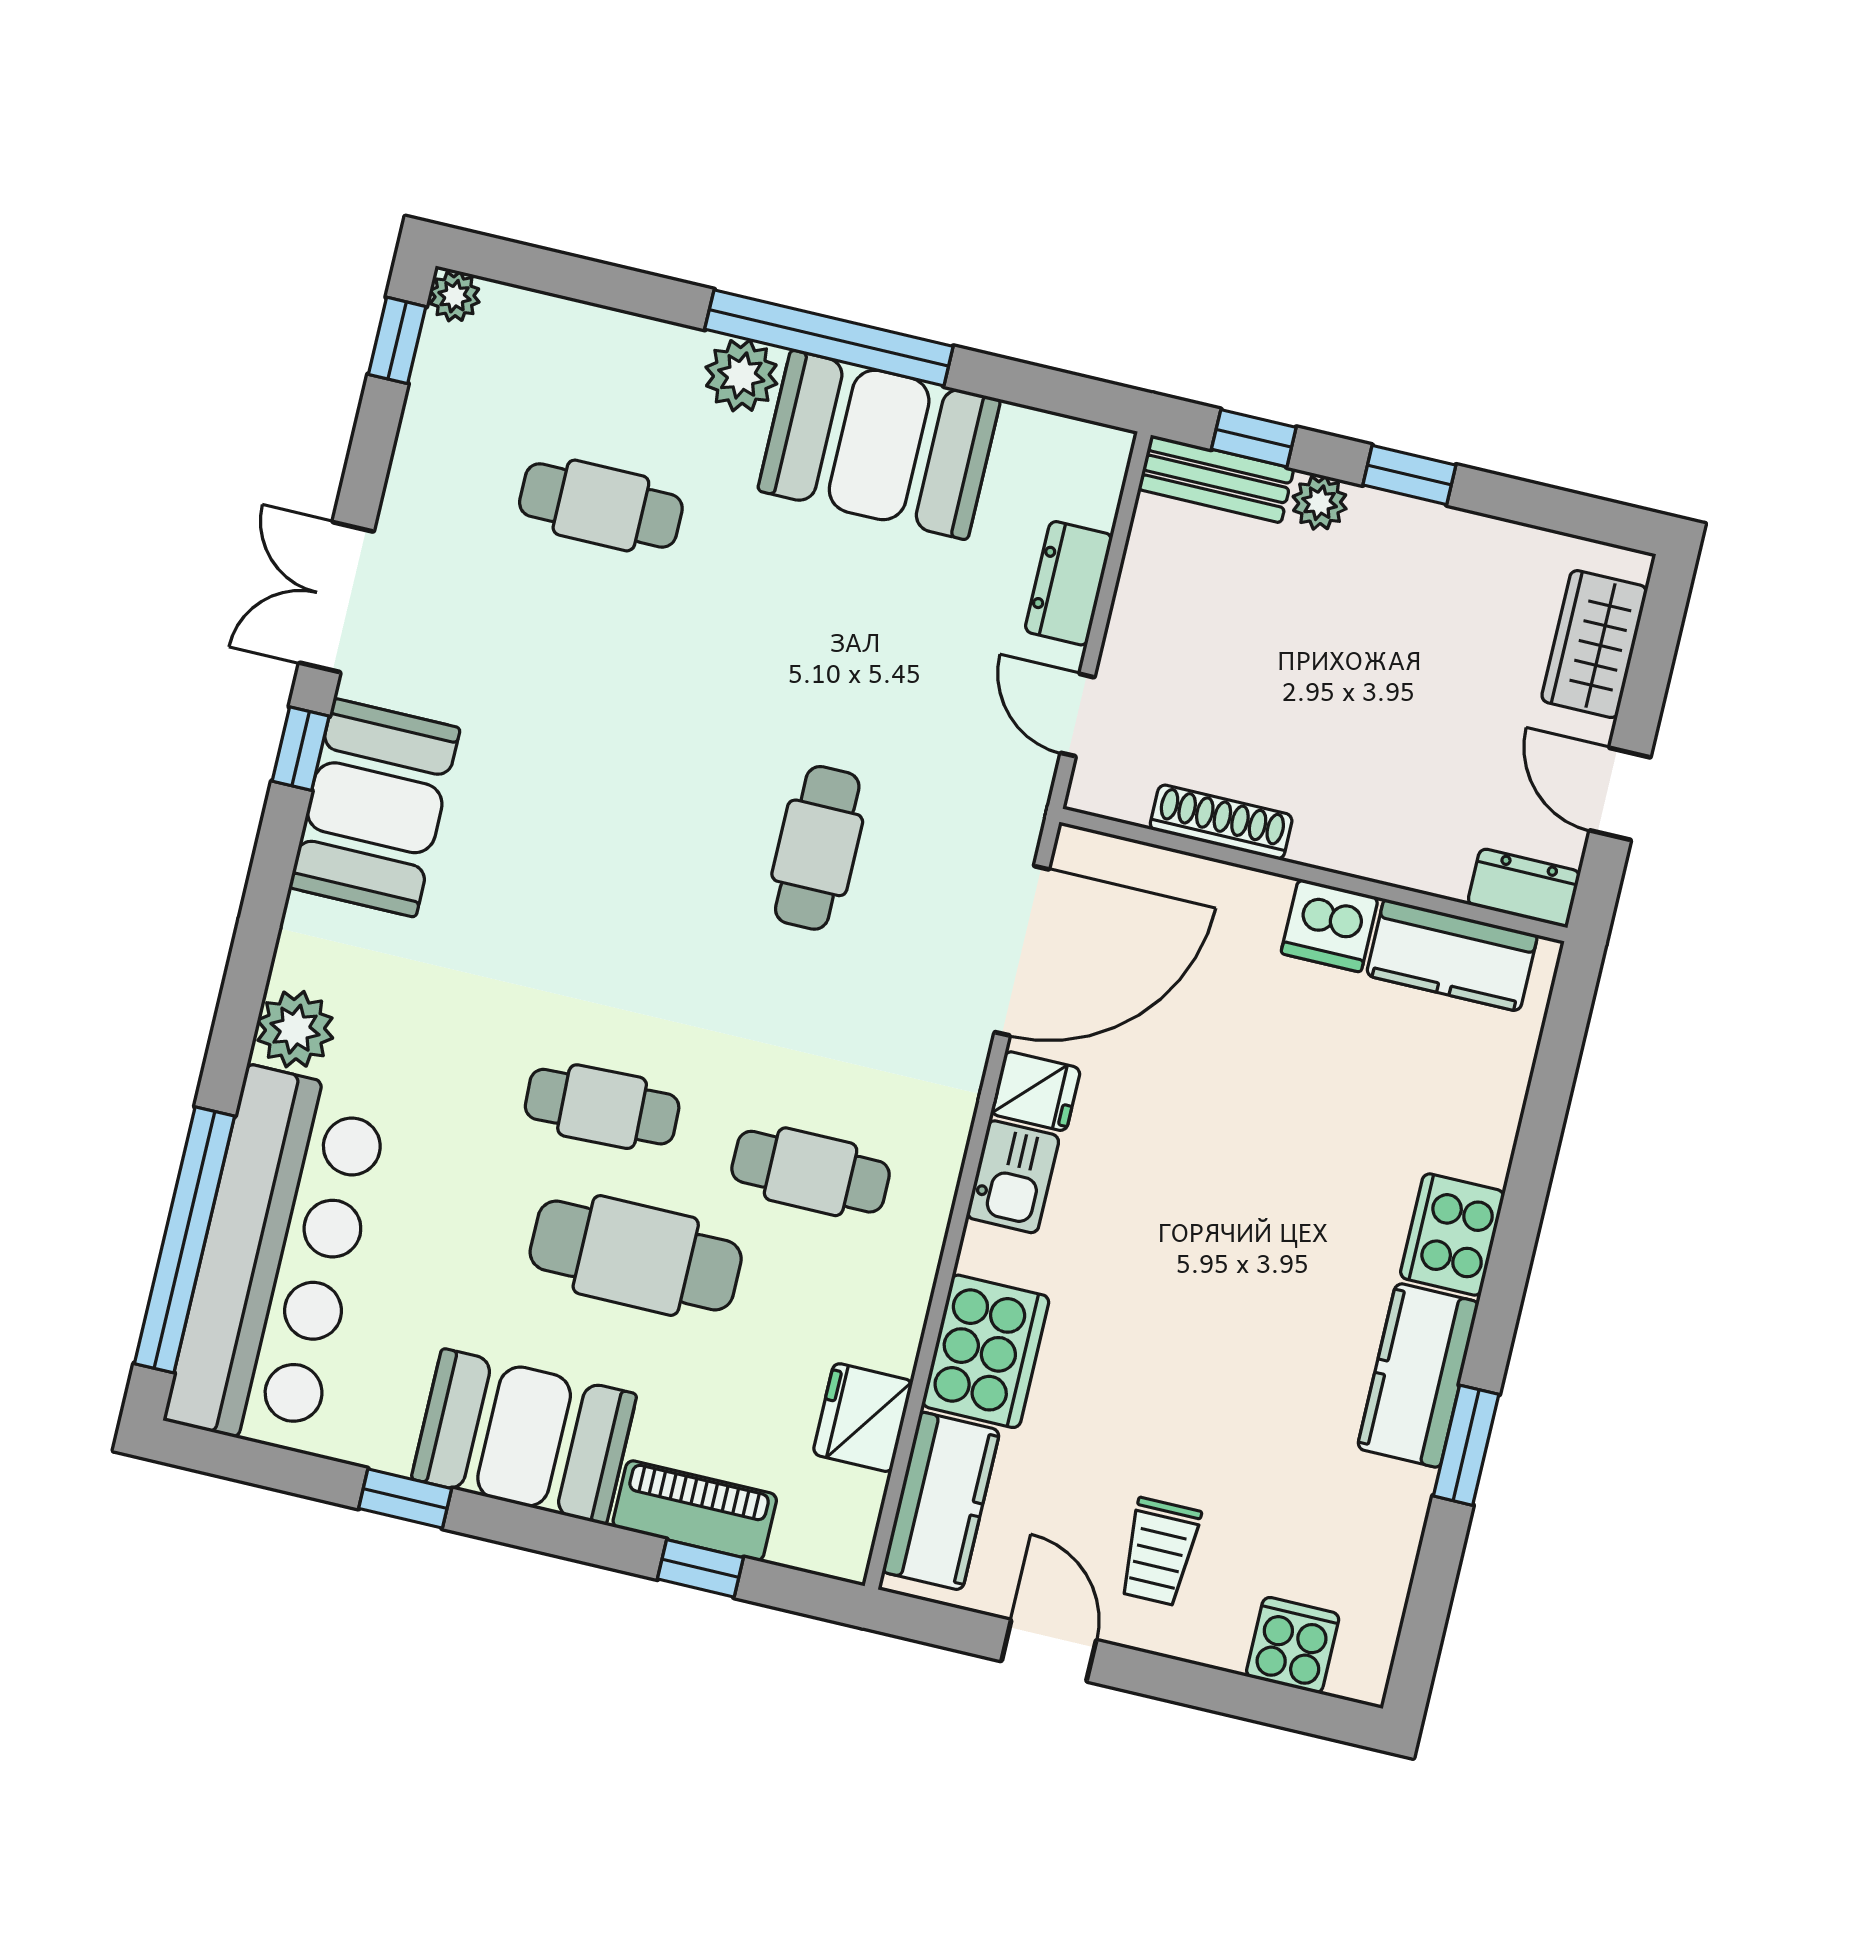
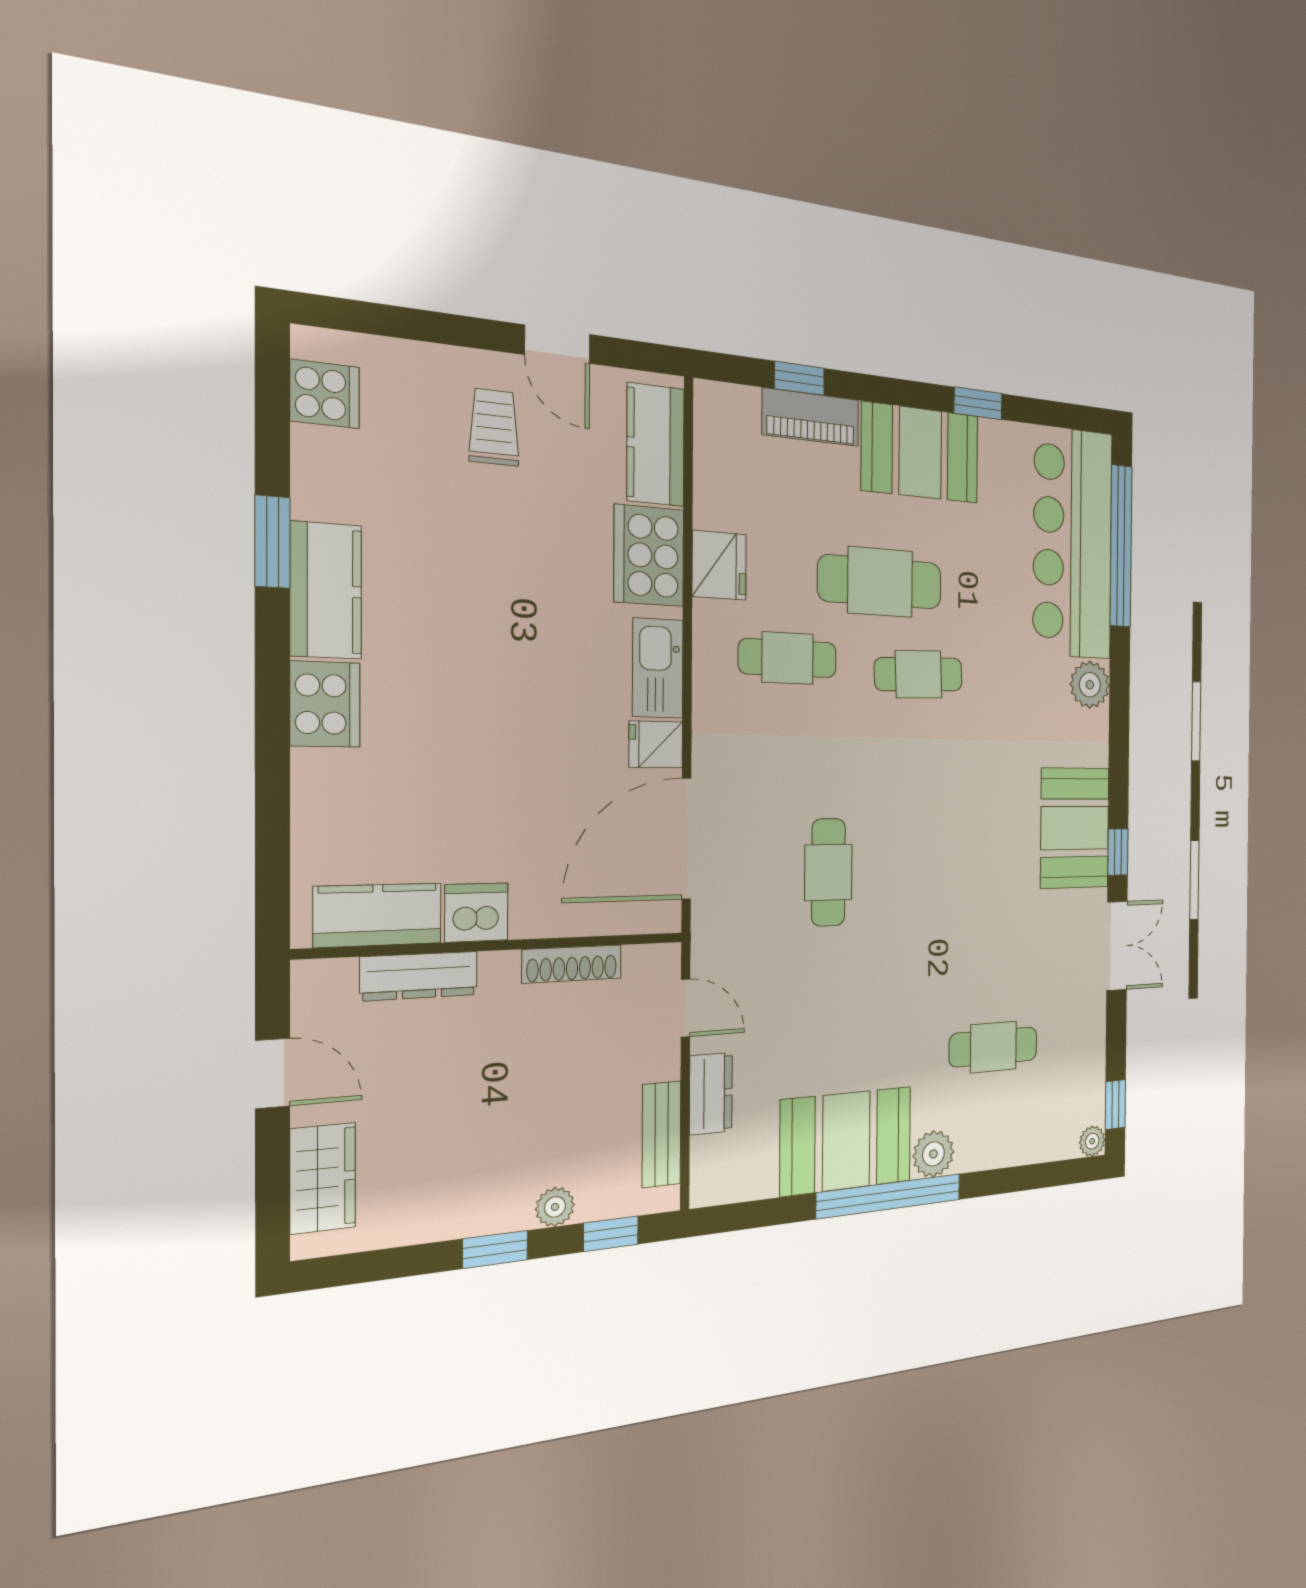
bench: (1216, 479) -> (661, 1134), moved, turned 90
dresser: (1524, 888) -> (419, 976), moved, width x1.44
kitchen sink: (1013, 1177) -> (658, 668), width x1.38
fridge: (863, 1418) -> (719, 565), moved
cooker: (1293, 1645) -> (325, 394), moved, turned -90

